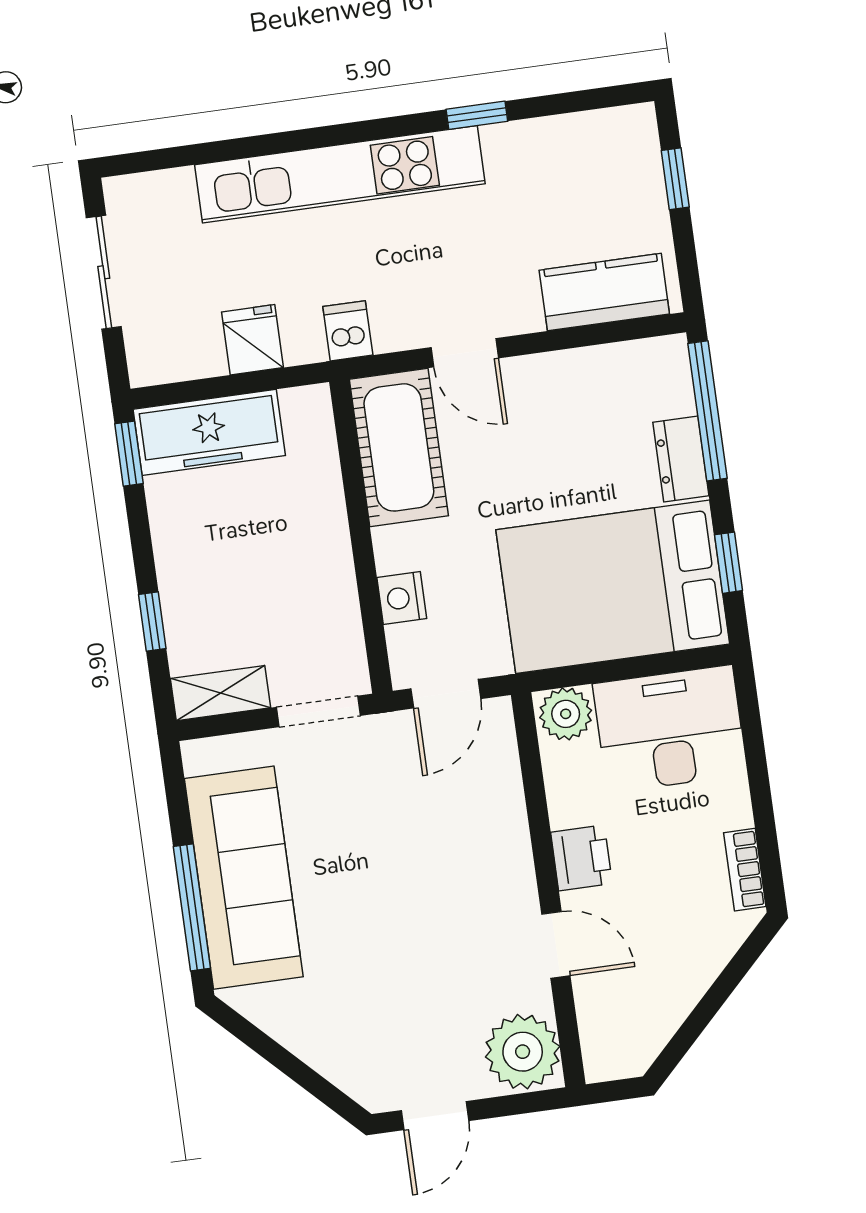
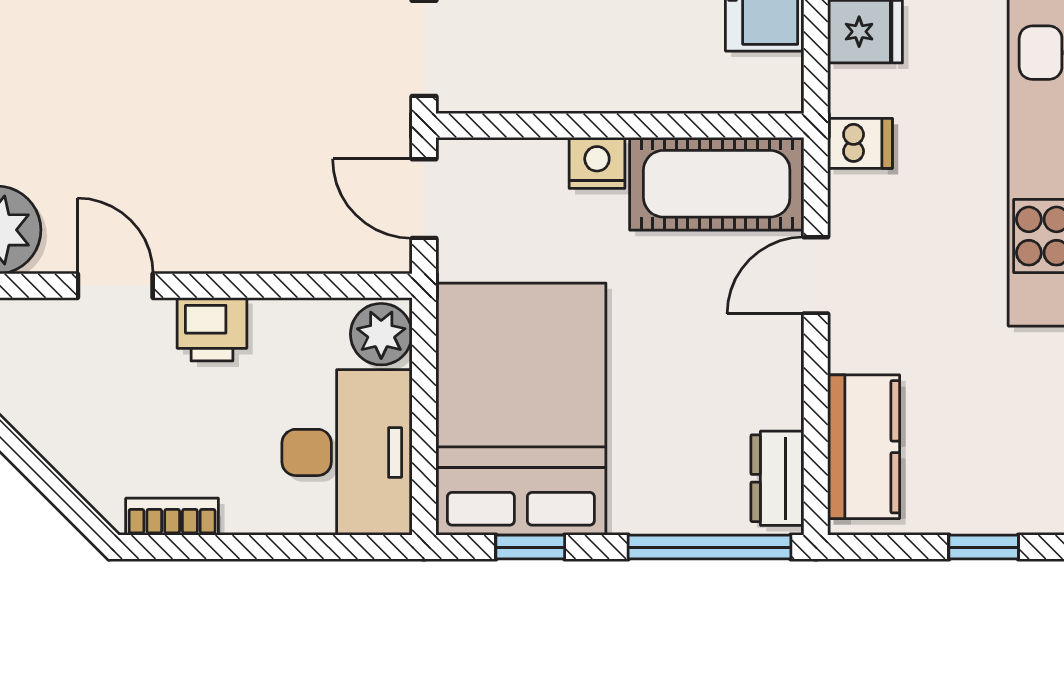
dresser: (681, 459) -> (777, 478), moved, turned -90
nightstand: (402, 598) -> (597, 163), moved
door: (556, 945) -> (115, 286), swing flipped

